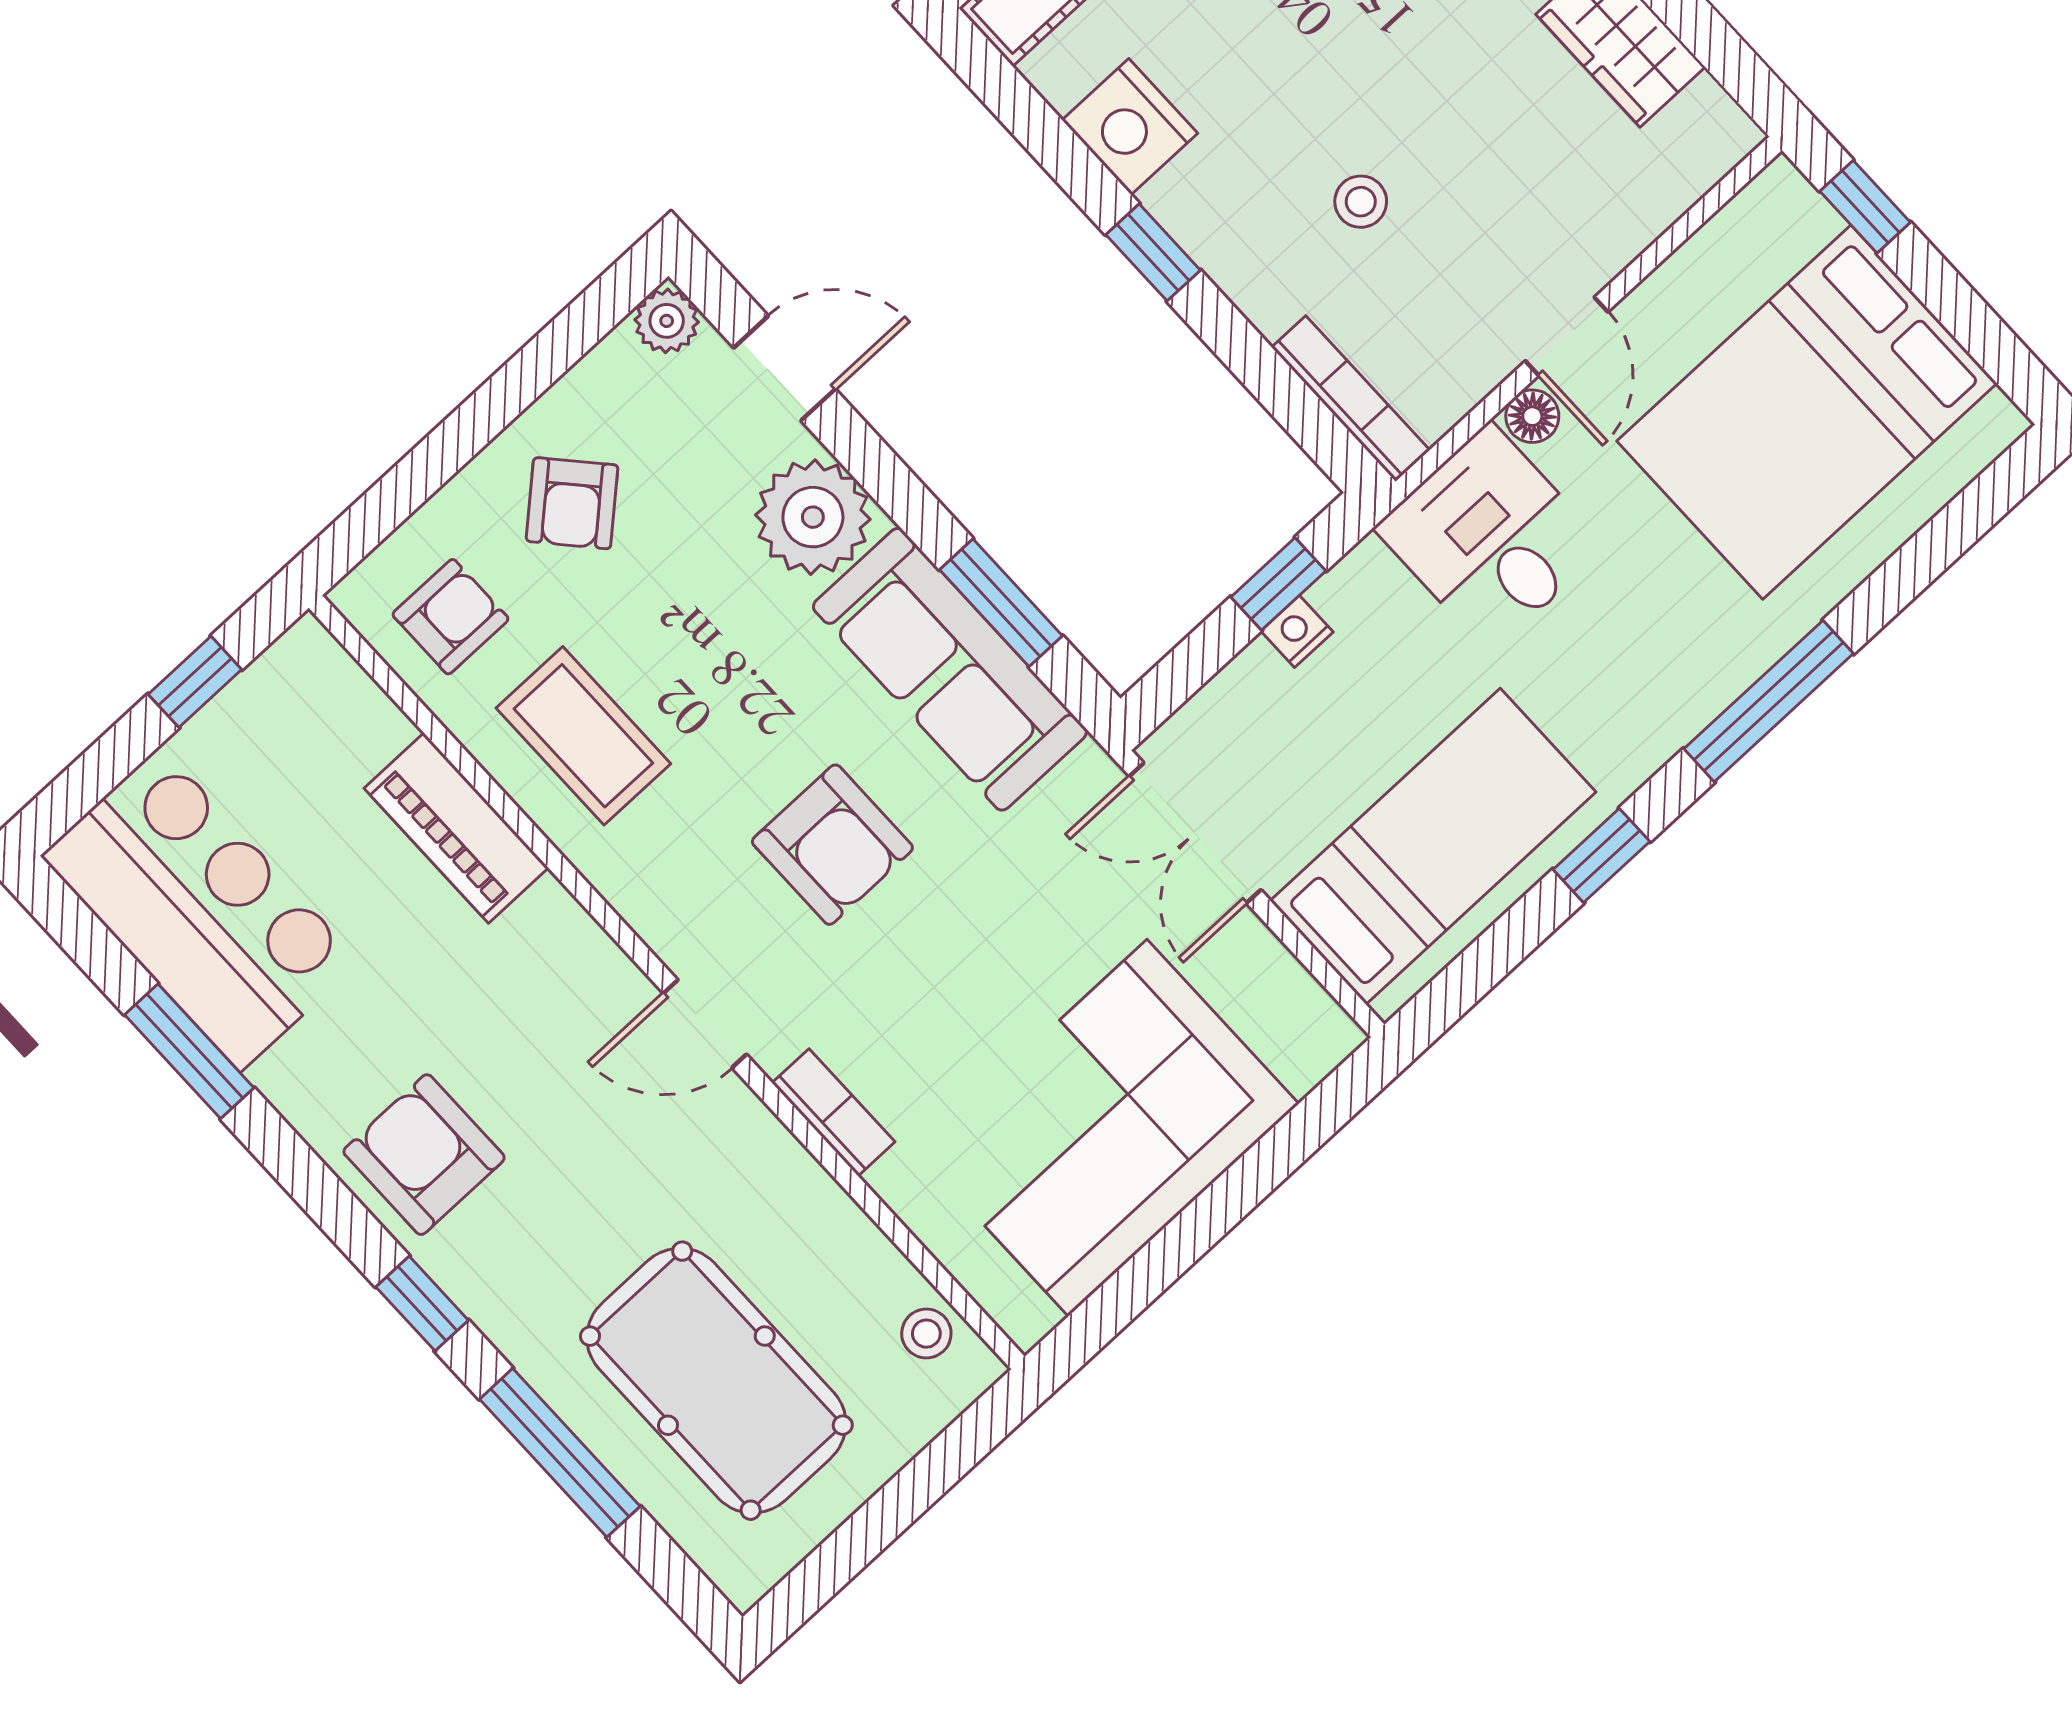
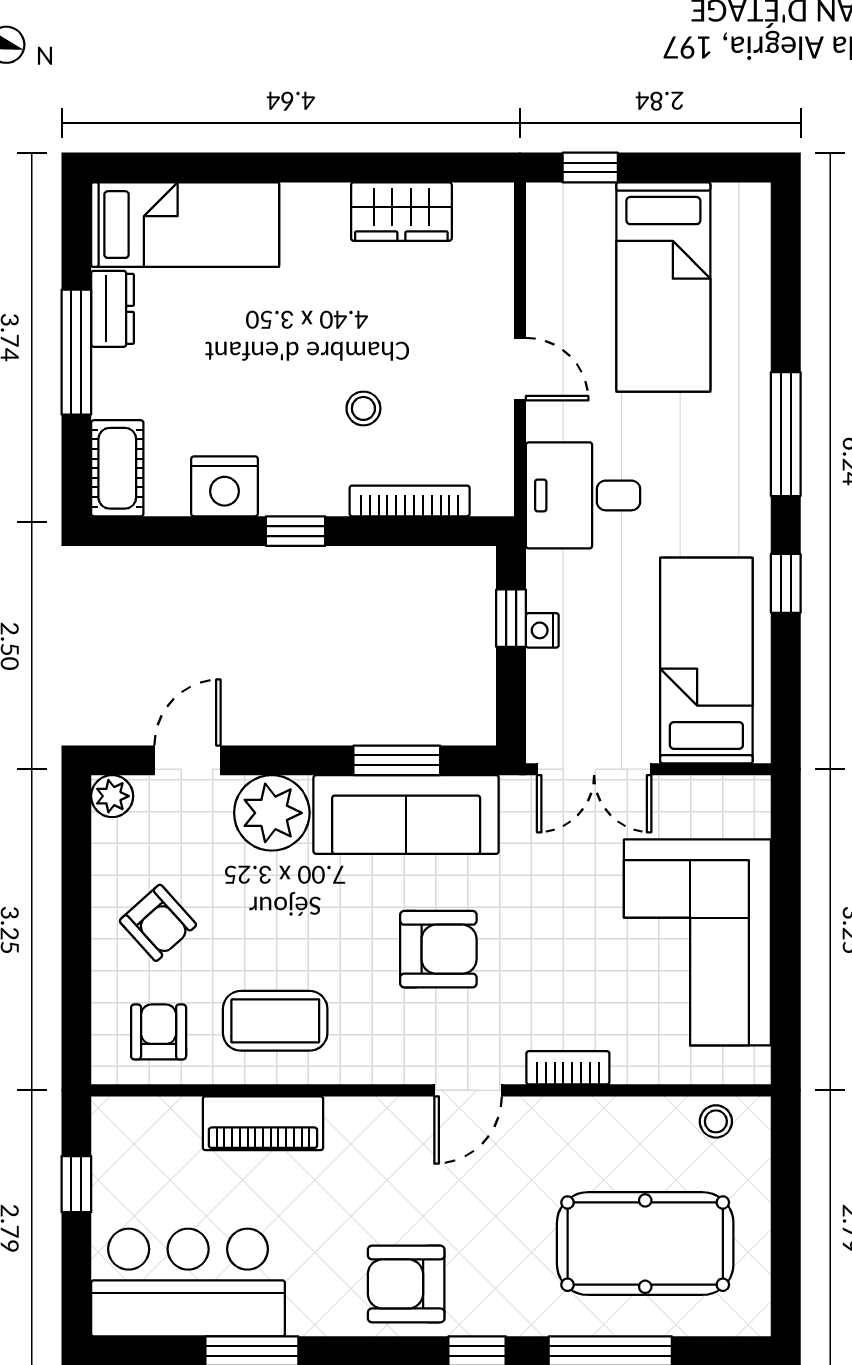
bookcase: (1351, 399) -> (410, 501), moved
bed: (1807, 412) -> (663, 287), width x0.67
floor lamp: (1532, 416) -> (543, 421), removed

